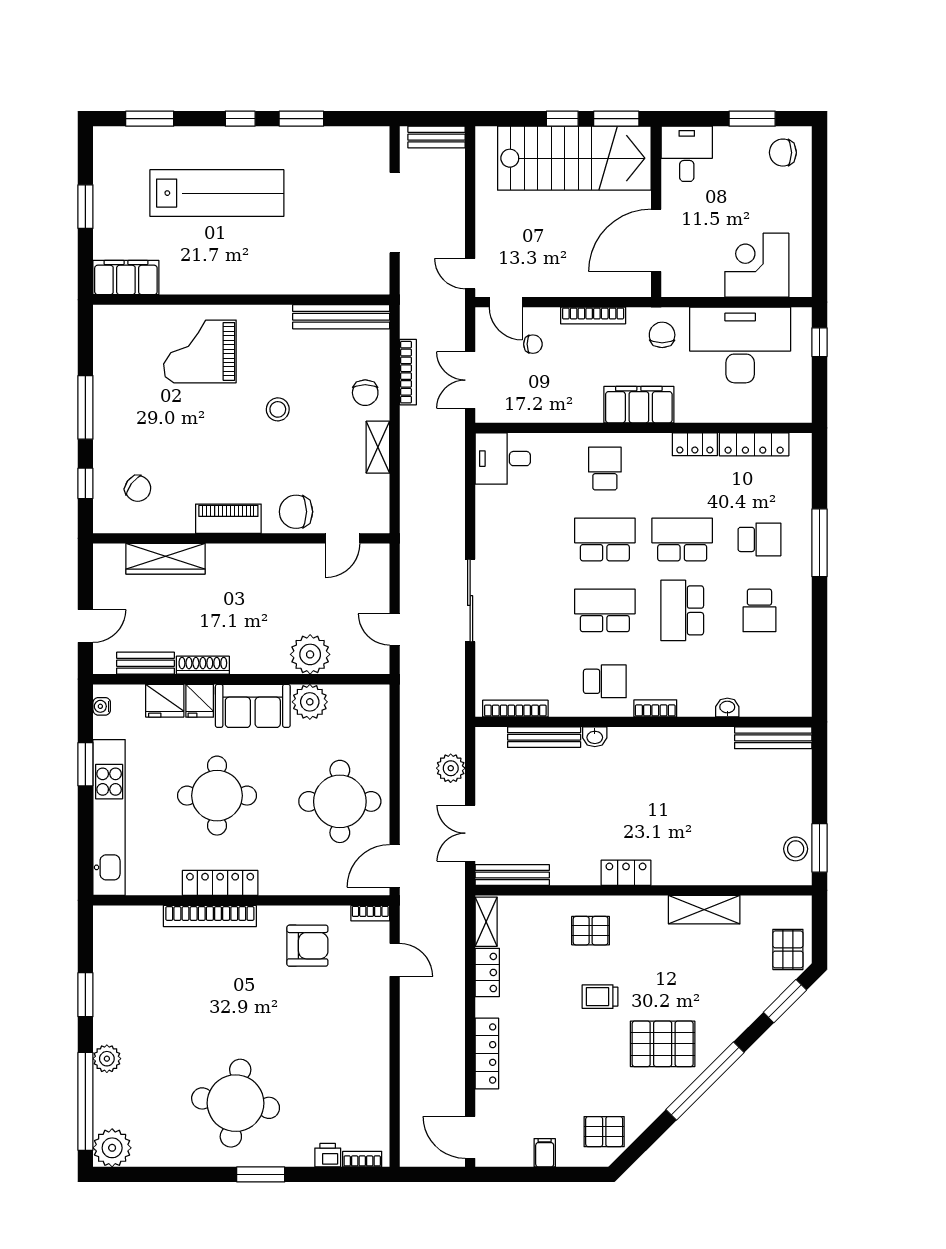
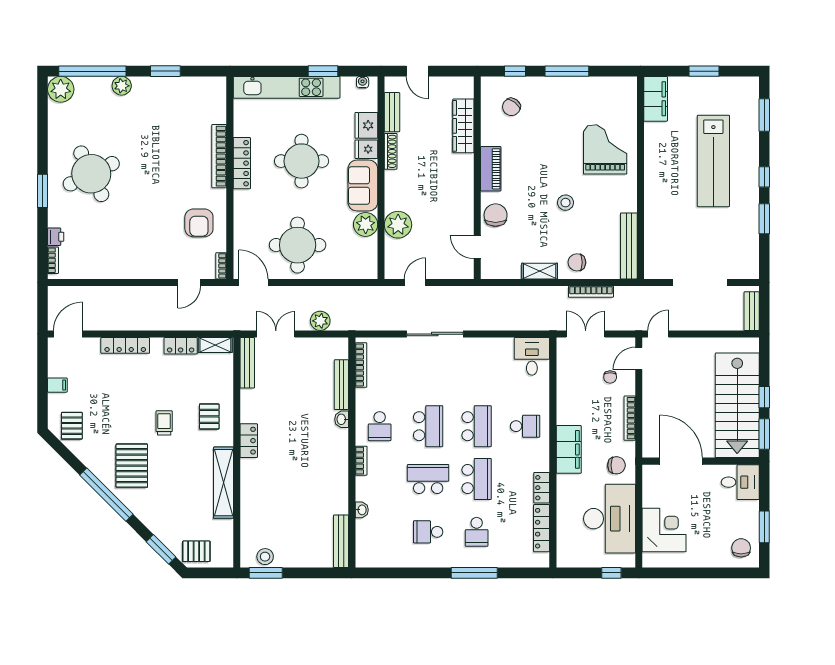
shelving: (704, 910) -> (223, 483), width x1.47
round table: (236, 1103) -> (91, 174), turned -34

